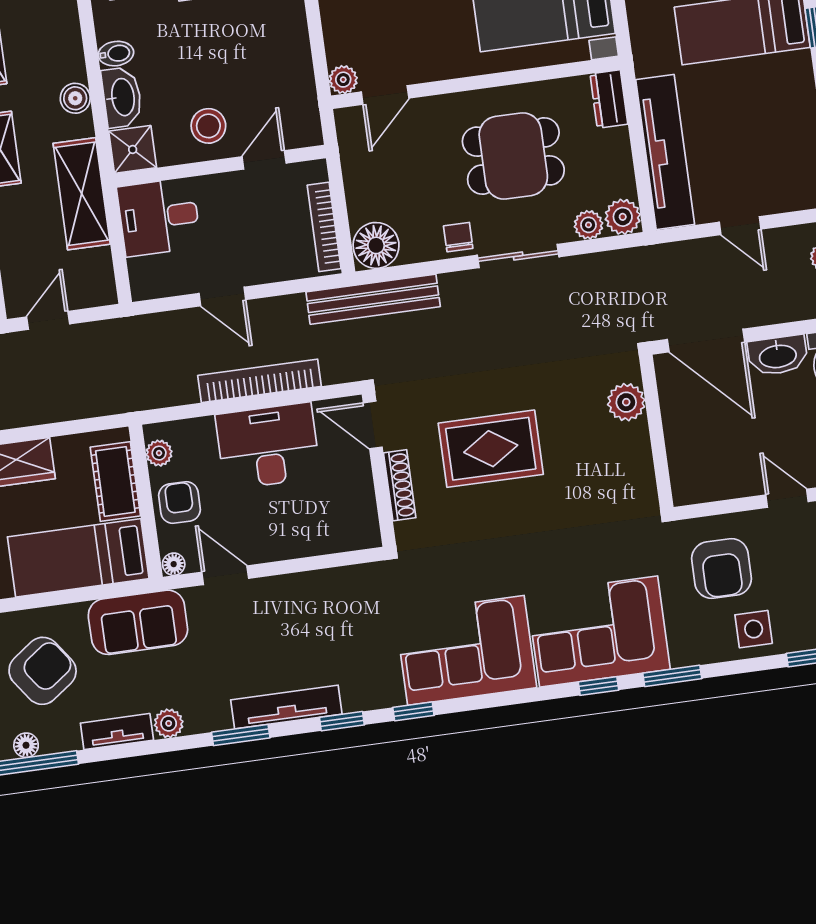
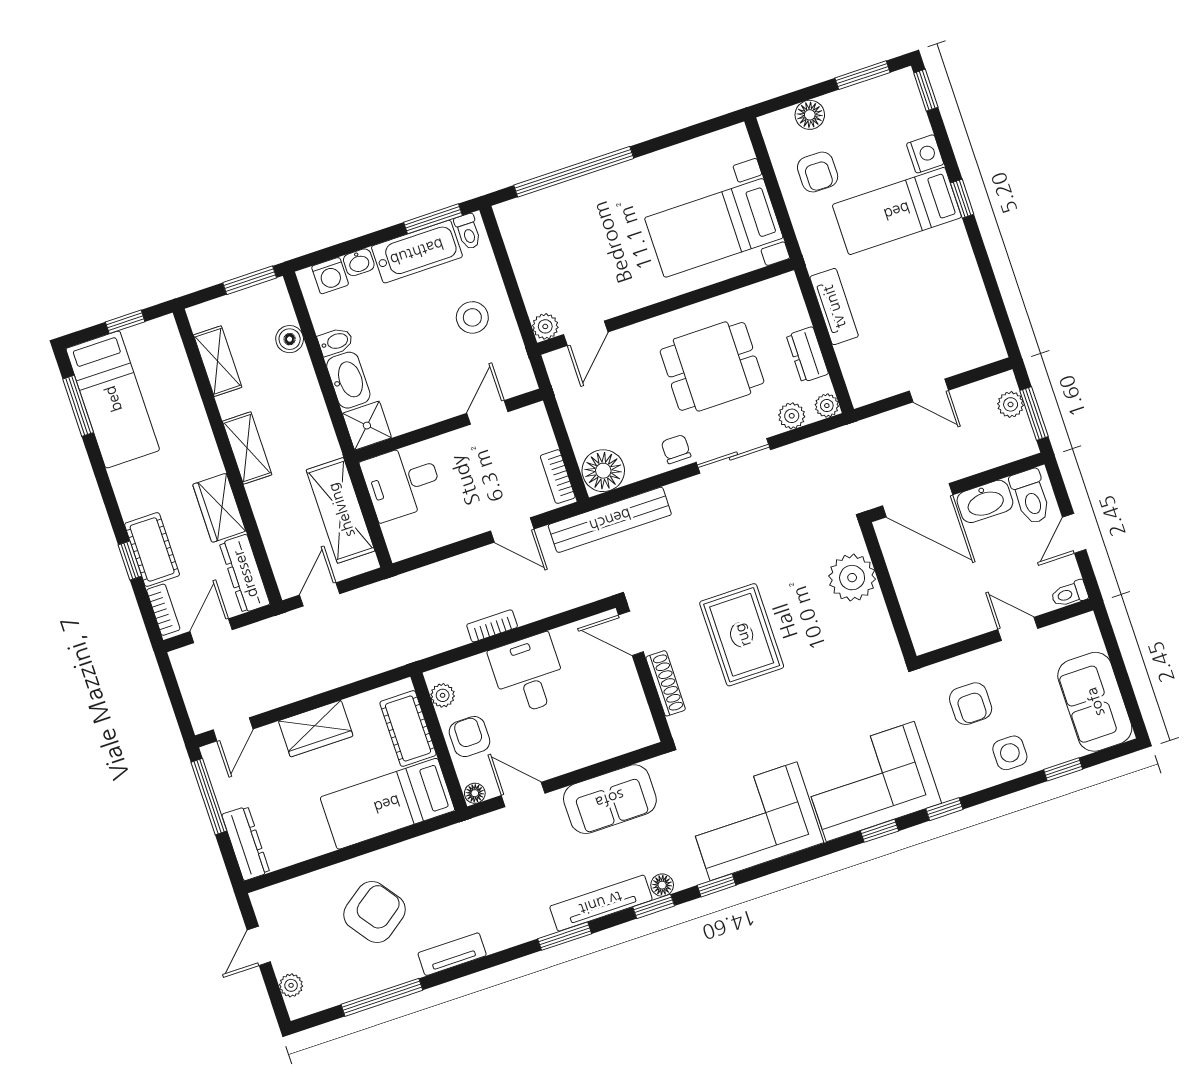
boiler: (75, 98) -> (290, 339), moved
dresser: (609, 99) -> (807, 355), moved
stool: (208, 126) -> (472, 317), moved
tv unit: (665, 152) -> (834, 307), width x0.52, depth x0.78
shelving: (82, 194) -> (341, 510), moved
plant: (623, 217) -> (827, 406), width x0.73, depth x0.73
bookcase: (324, 227) -> (558, 477), width x0.64
door: (222, 297) -> (512, 530), moved
bookcase: (260, 381) -> (492, 626), width x0.43, depth x0.76
plant: (626, 402) -> (852, 578), width x1.36, depth x1.36
desk: (268, 446) -> (528, 674), width x0.73
rug: (491, 449) -> (742, 635), turned 90
armchair: (722, 569) -> (971, 704), width x0.72, depth x0.72
sofa: (138, 622) -> (610, 799), moved
window: (672, 676) -> (944, 809), width x0.67
plant: (169, 723) -> (497, 938), removed
floor lamp: (26, 745) -> (662, 885), moved

